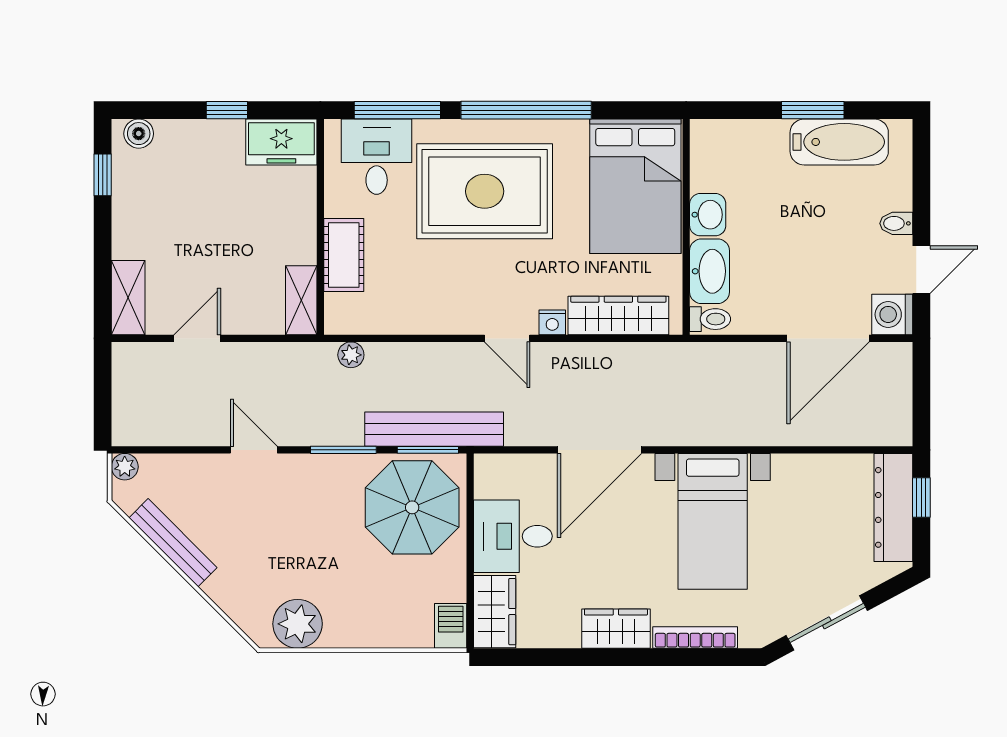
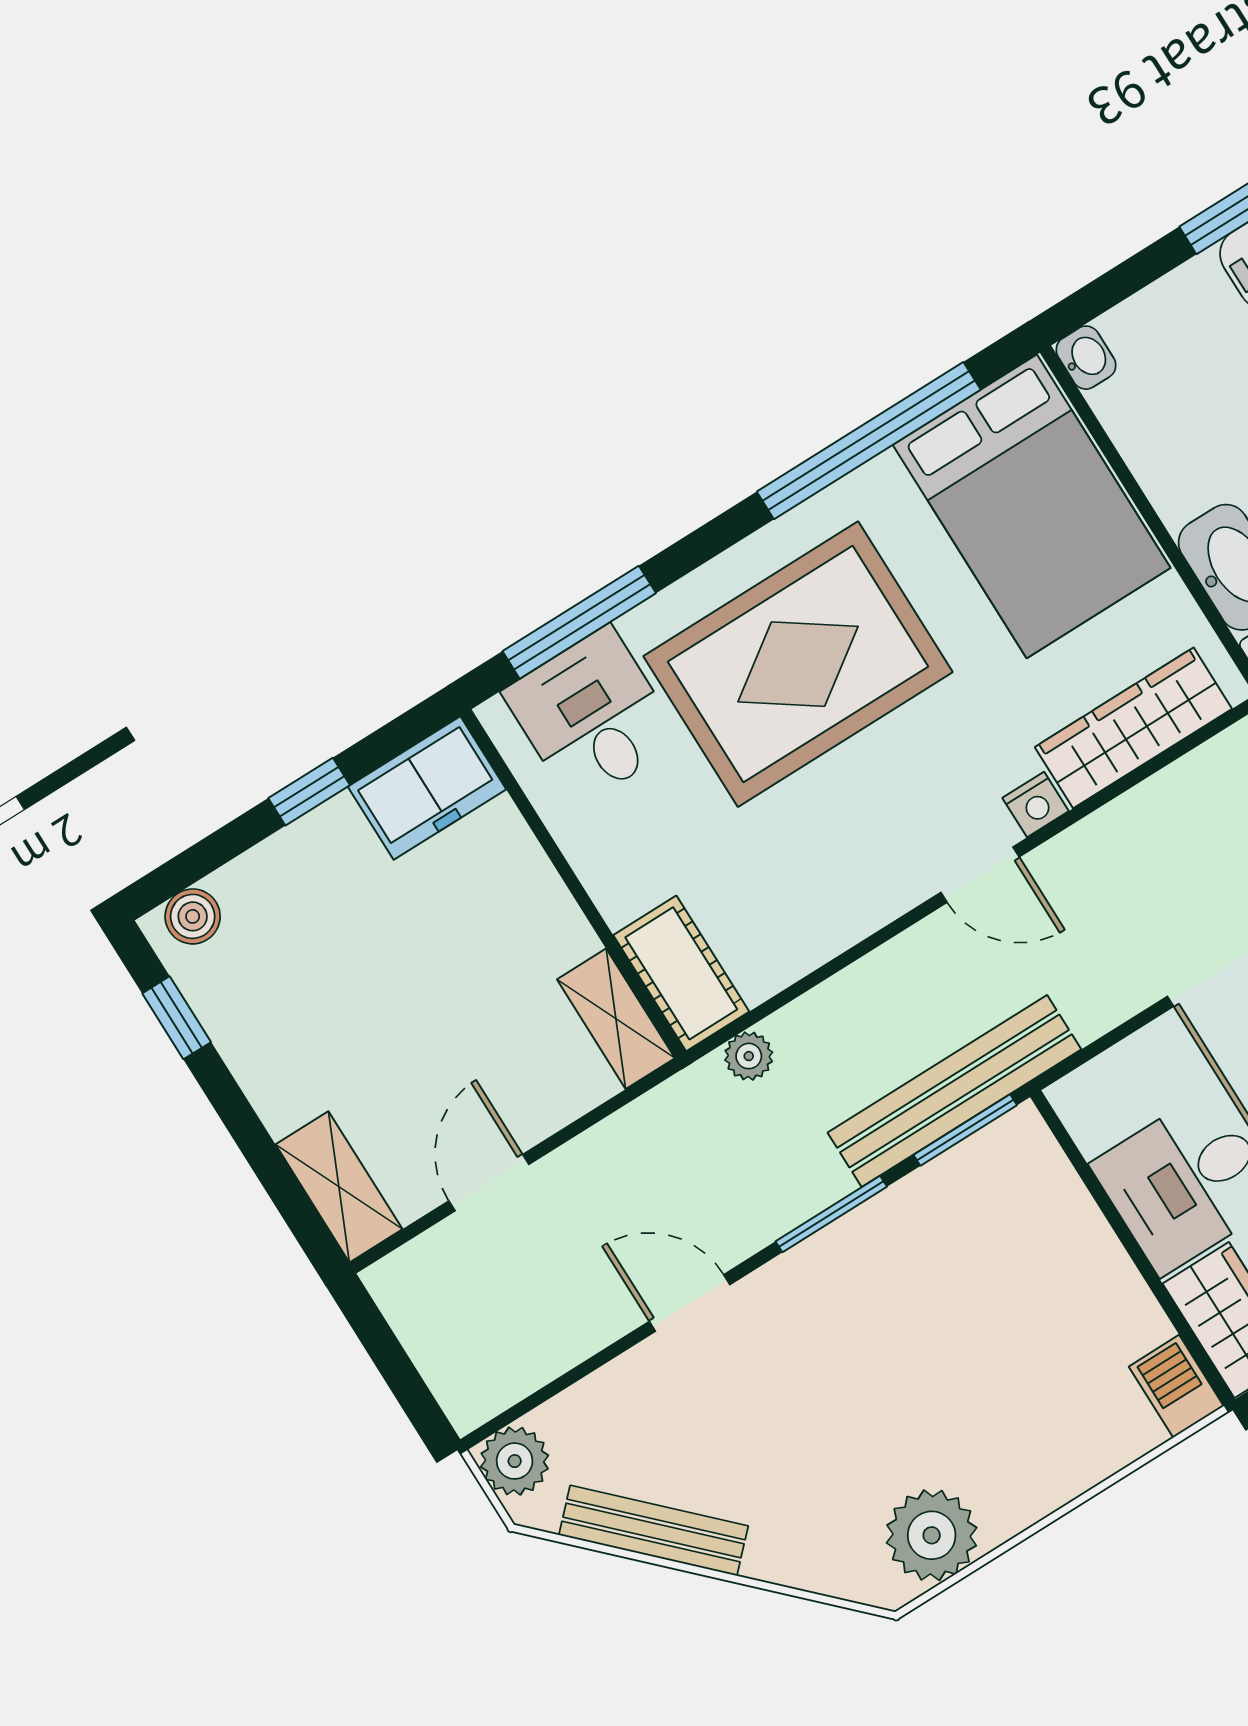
window: (526, 110) -> (869, 441), moved
washbasin: (708, 215) -> (1086, 358), moved, width x0.72, depth x0.69
cot: (344, 255) -> (681, 973), moved
plant: (125, 467) -> (515, 1461), width x1.38, depth x1.38
parasol: (412, 507) -> (997, 1237), removed

